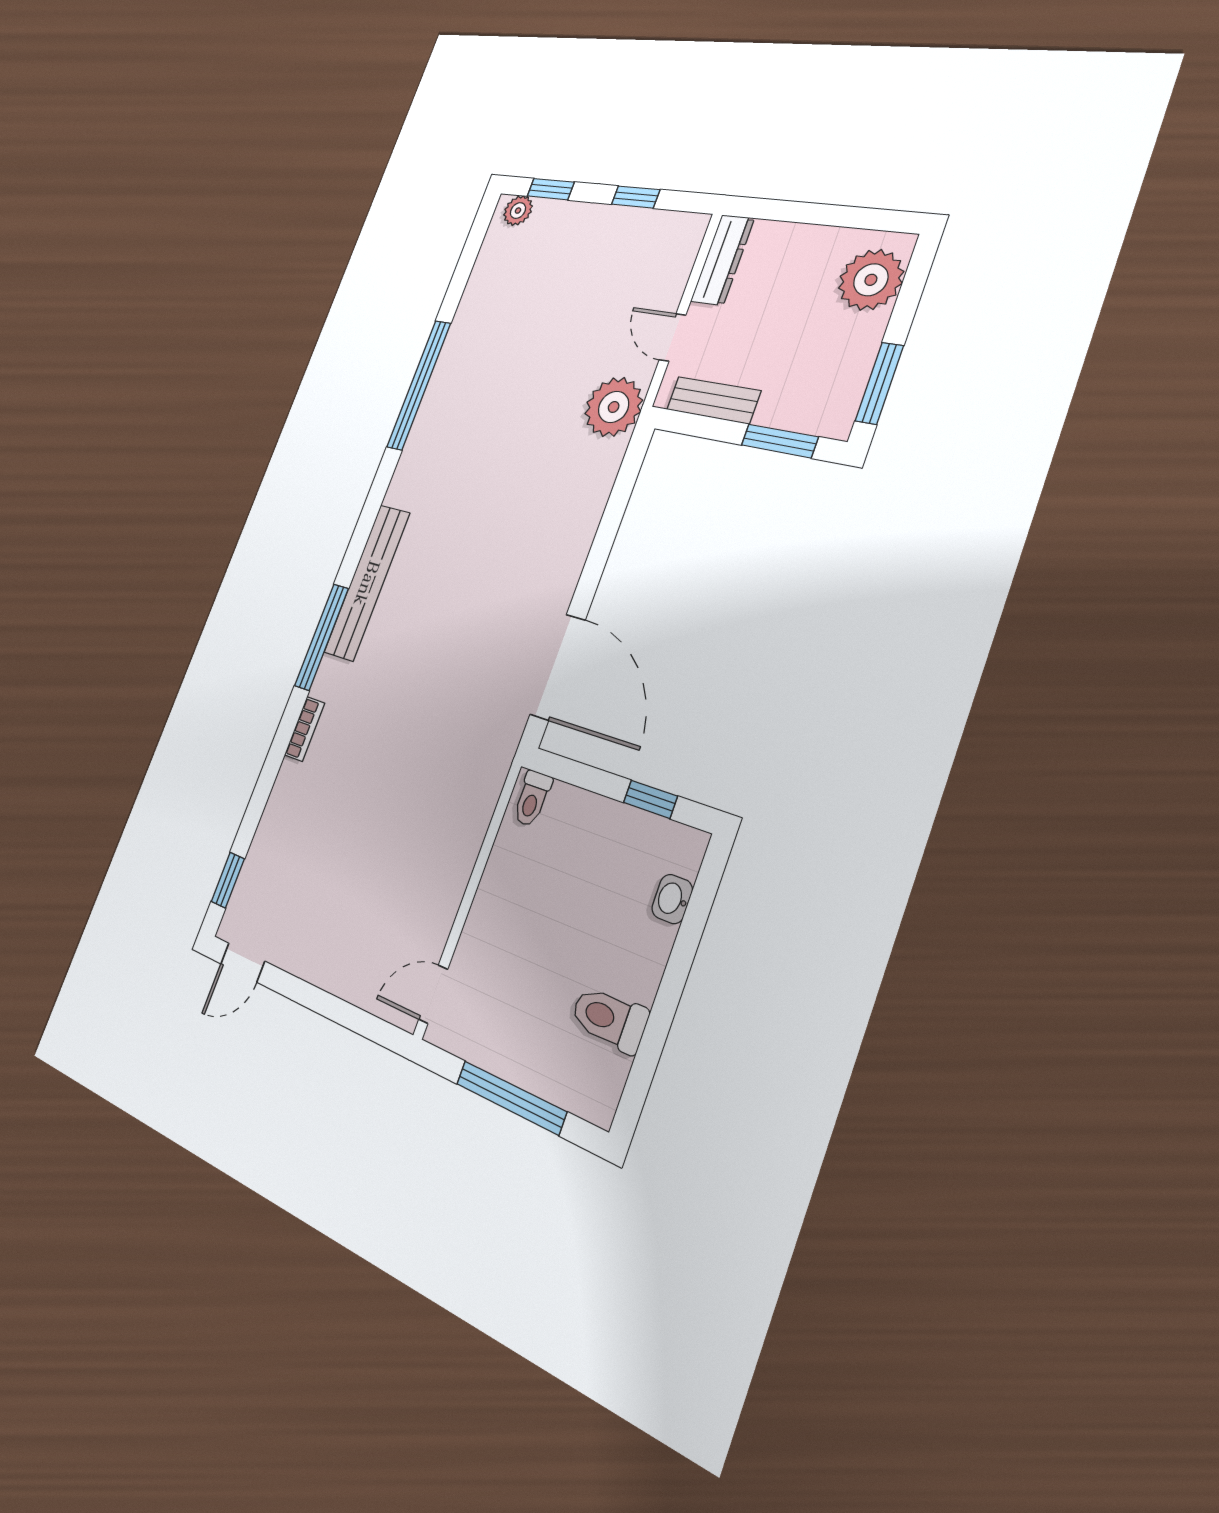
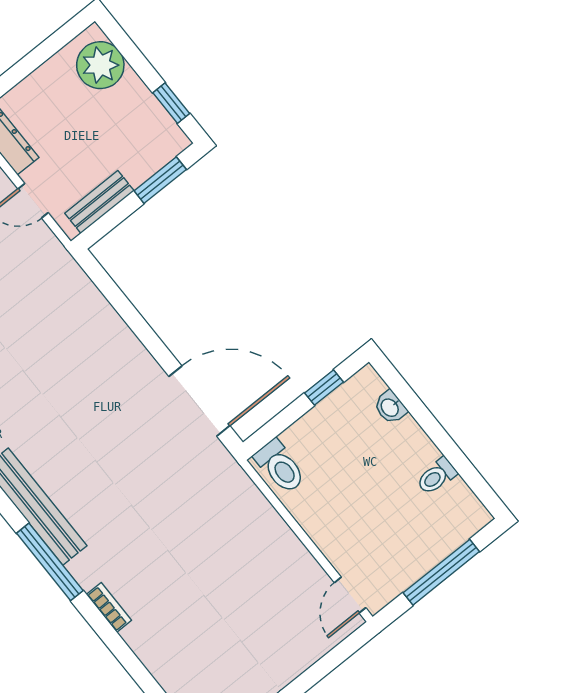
window: (879, 383) -> (171, 103), width x0.67
plant: (614, 407) -> (50, 266), removed
toilet: (532, 799) -> (280, 466), width x1.37, depth x1.39
toilet: (609, 1019) -> (437, 476), width x0.73, depth x0.72

